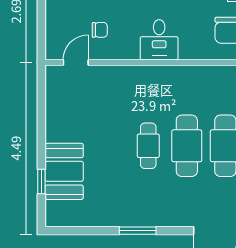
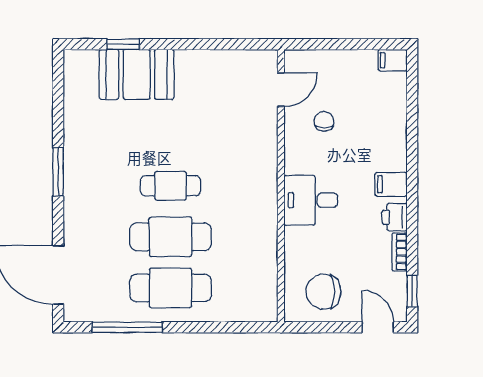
chair: (100, 30) -> (324, 121), turned 180
door: (76, 62) -> (281, 90), hinge flipped

